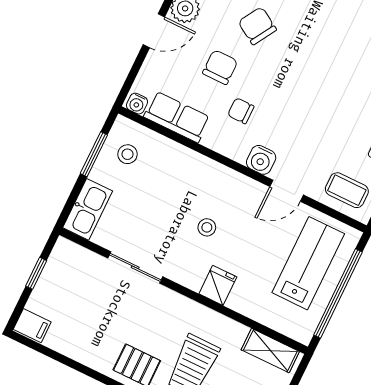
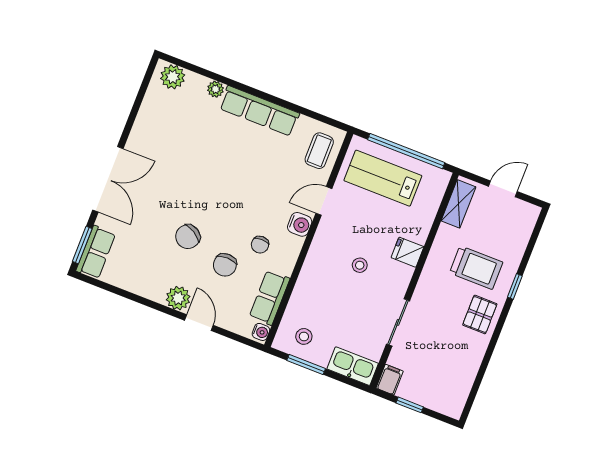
chair: (220, 67) -> (225, 265), turned -90
door: (287, 191) -> (324, 201), swing flipped
filing cabinet: (32, 326) -> (390, 380), moved

